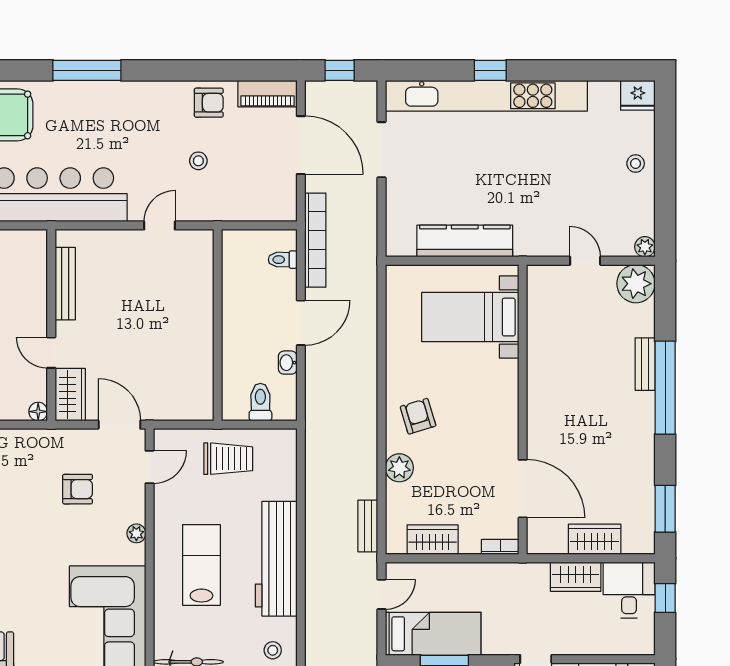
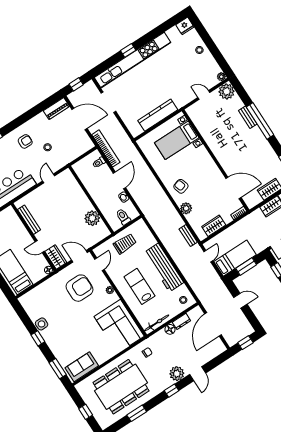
armchair: (209, 103) -> (25, 141), moved
plant: (196, 364) -> (92, 218), added
armchair: (78, 489) -> (80, 288), width x1.88, depth x1.88

